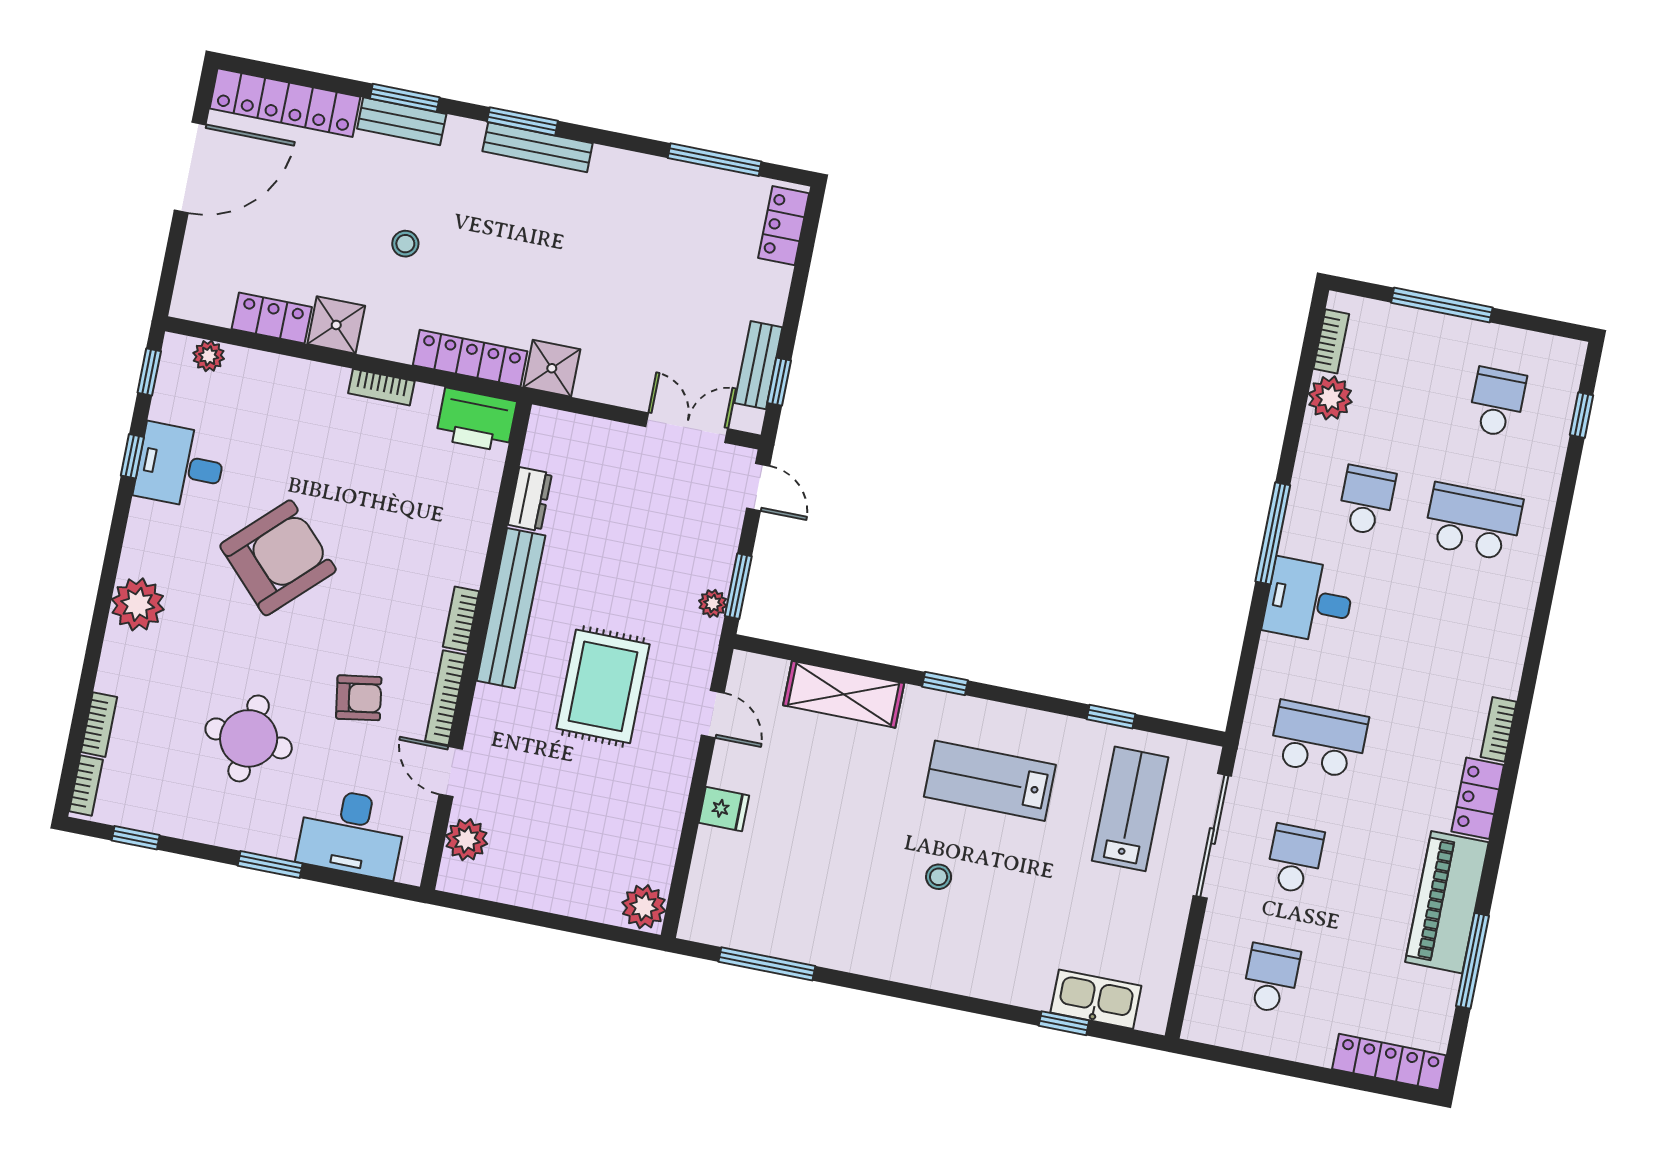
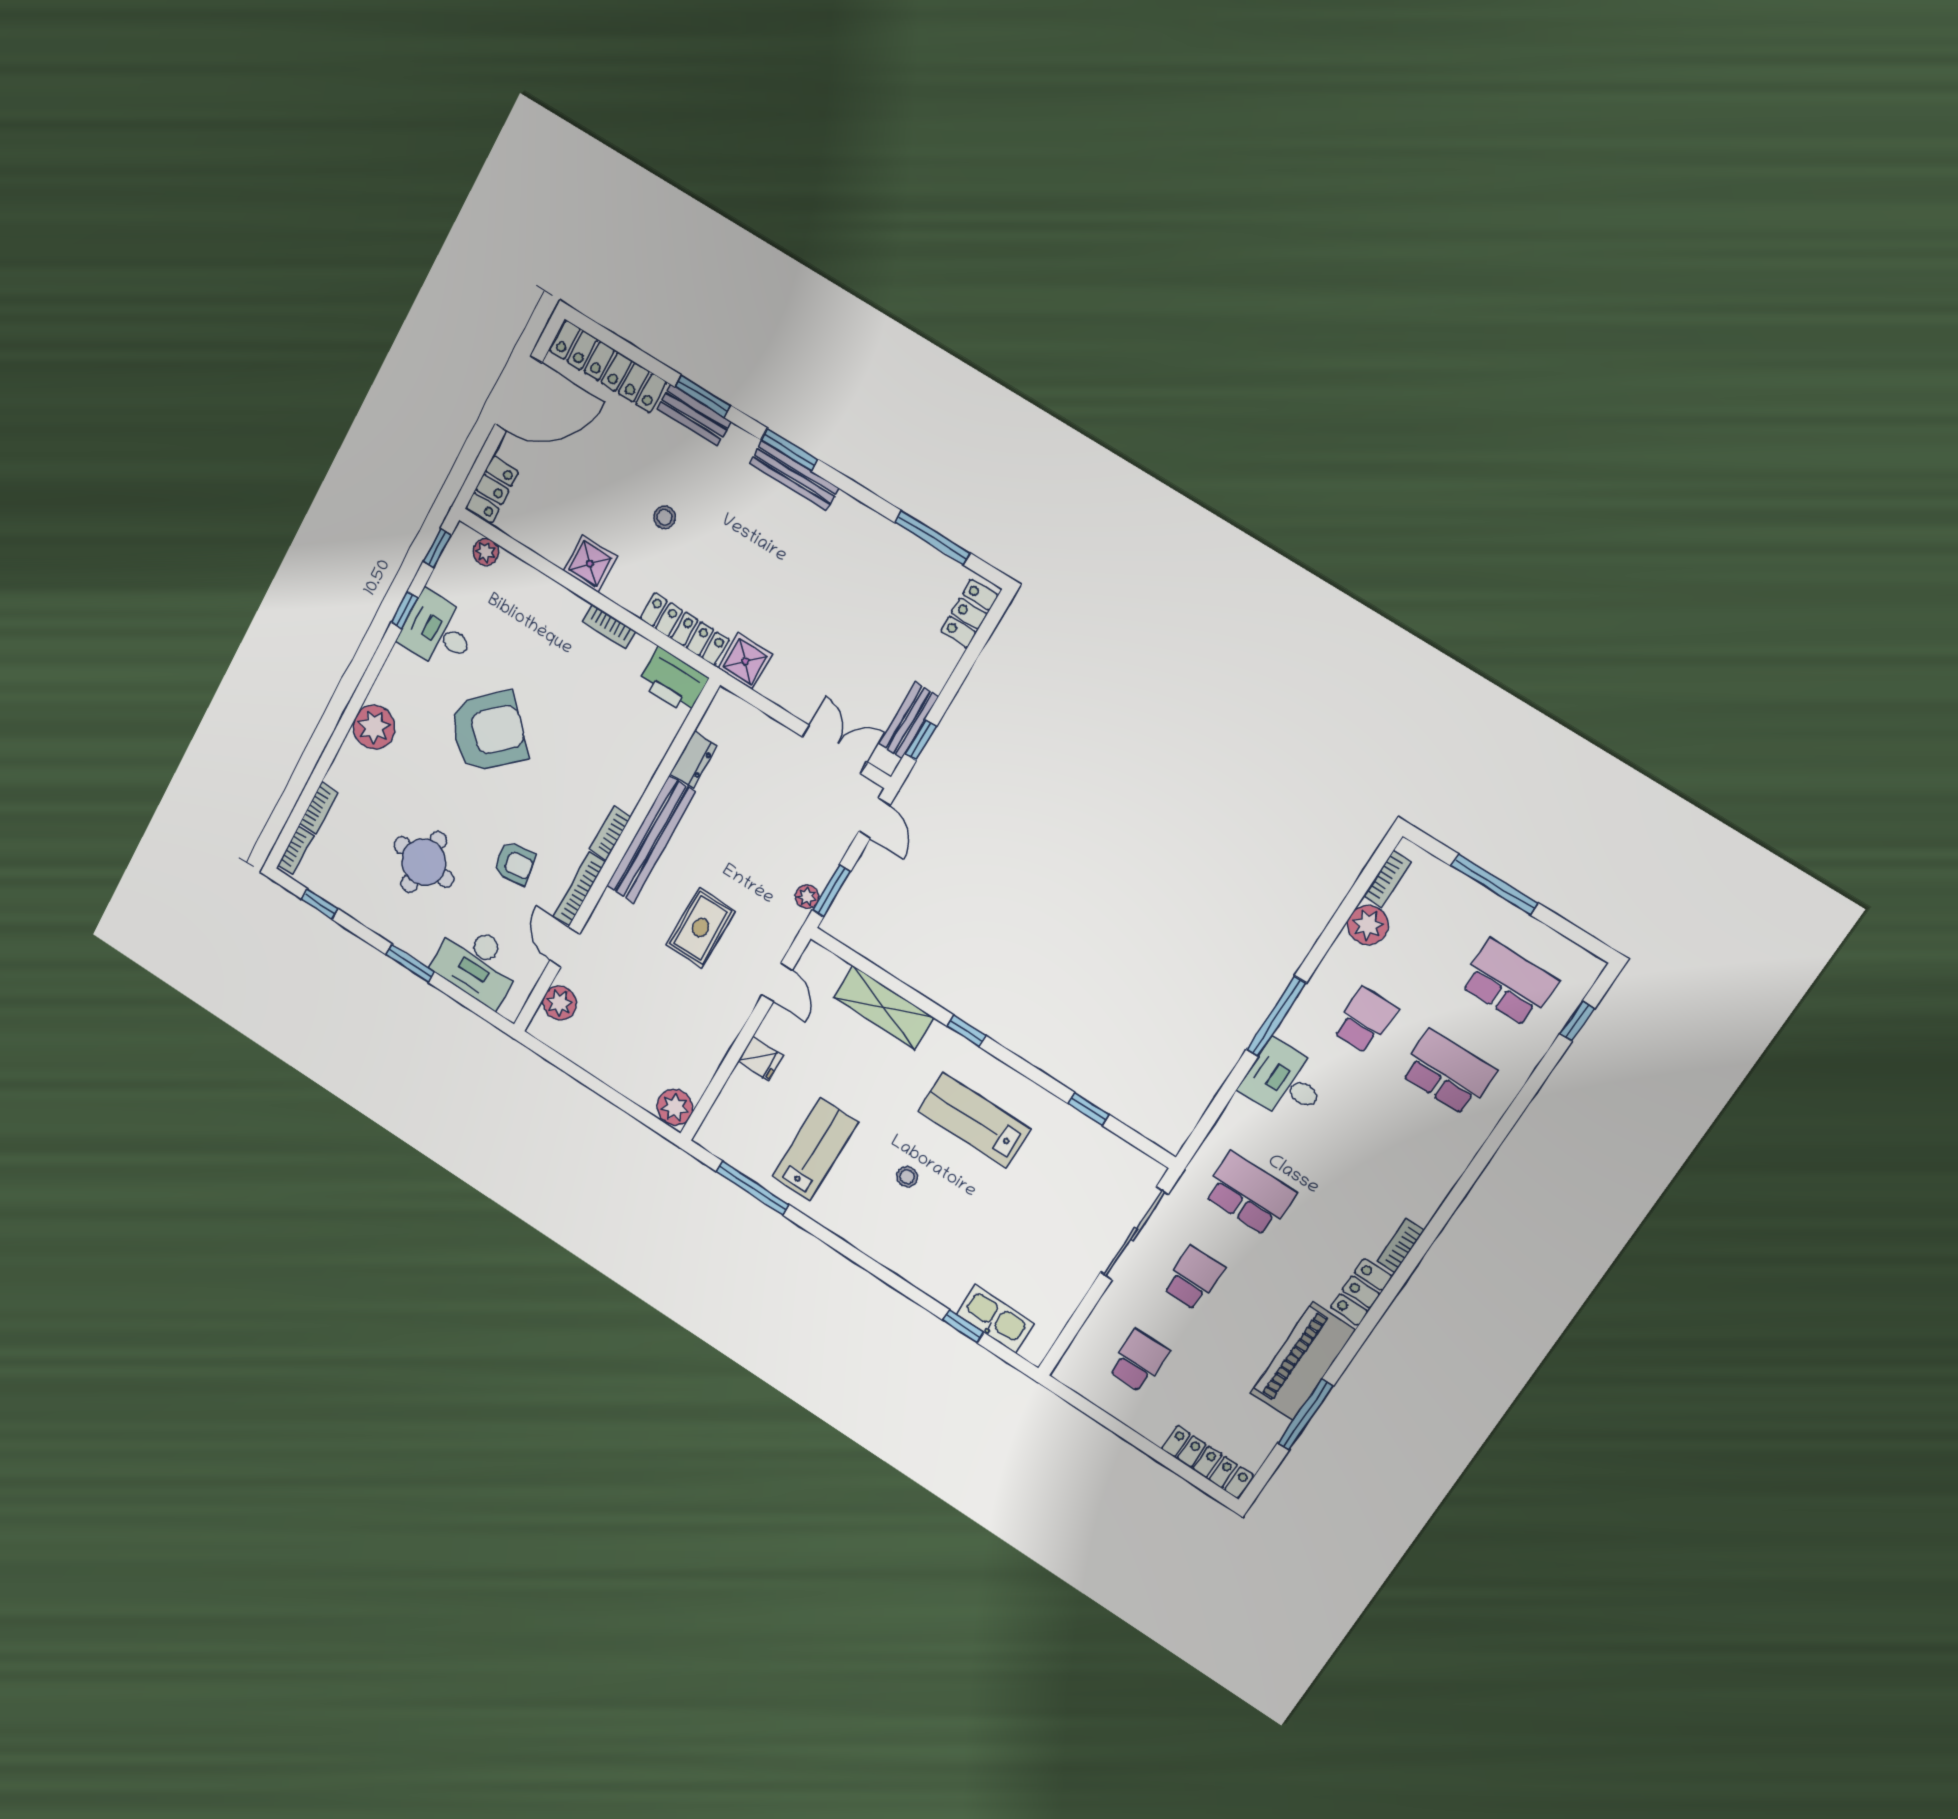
locker: (272, 318) -> (492, 490), moved, turned 90
school desk: (1497, 402) -> (1509, 983), width x1.85
rug: (603, 686) -> (701, 928), width x0.73, depth x0.70
lab bench: (1130, 809) -> (815, 1150), moved

